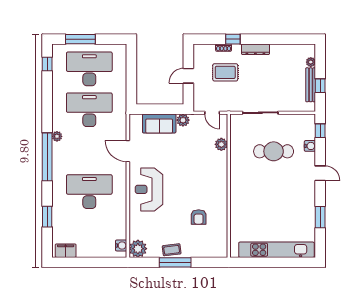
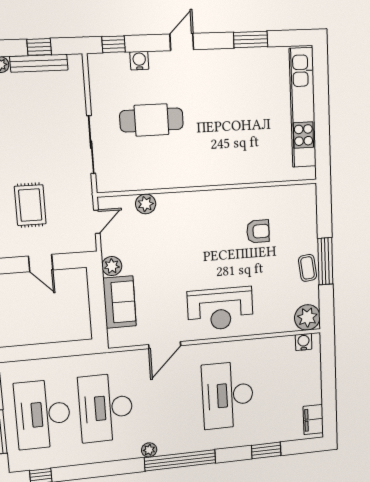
cafe table: (274, 151) -> (151, 120), turned 90

